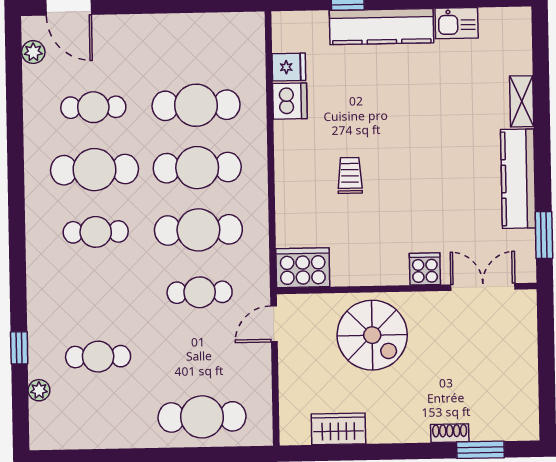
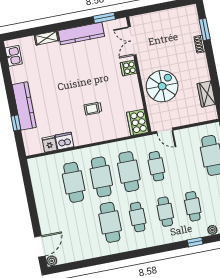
kitchen sink: (457, 23) -> (14, 56), moved
plant: (33, 52) -> (52, 261), moved
cafe table: (93, 107) -> (165, 212), moved

